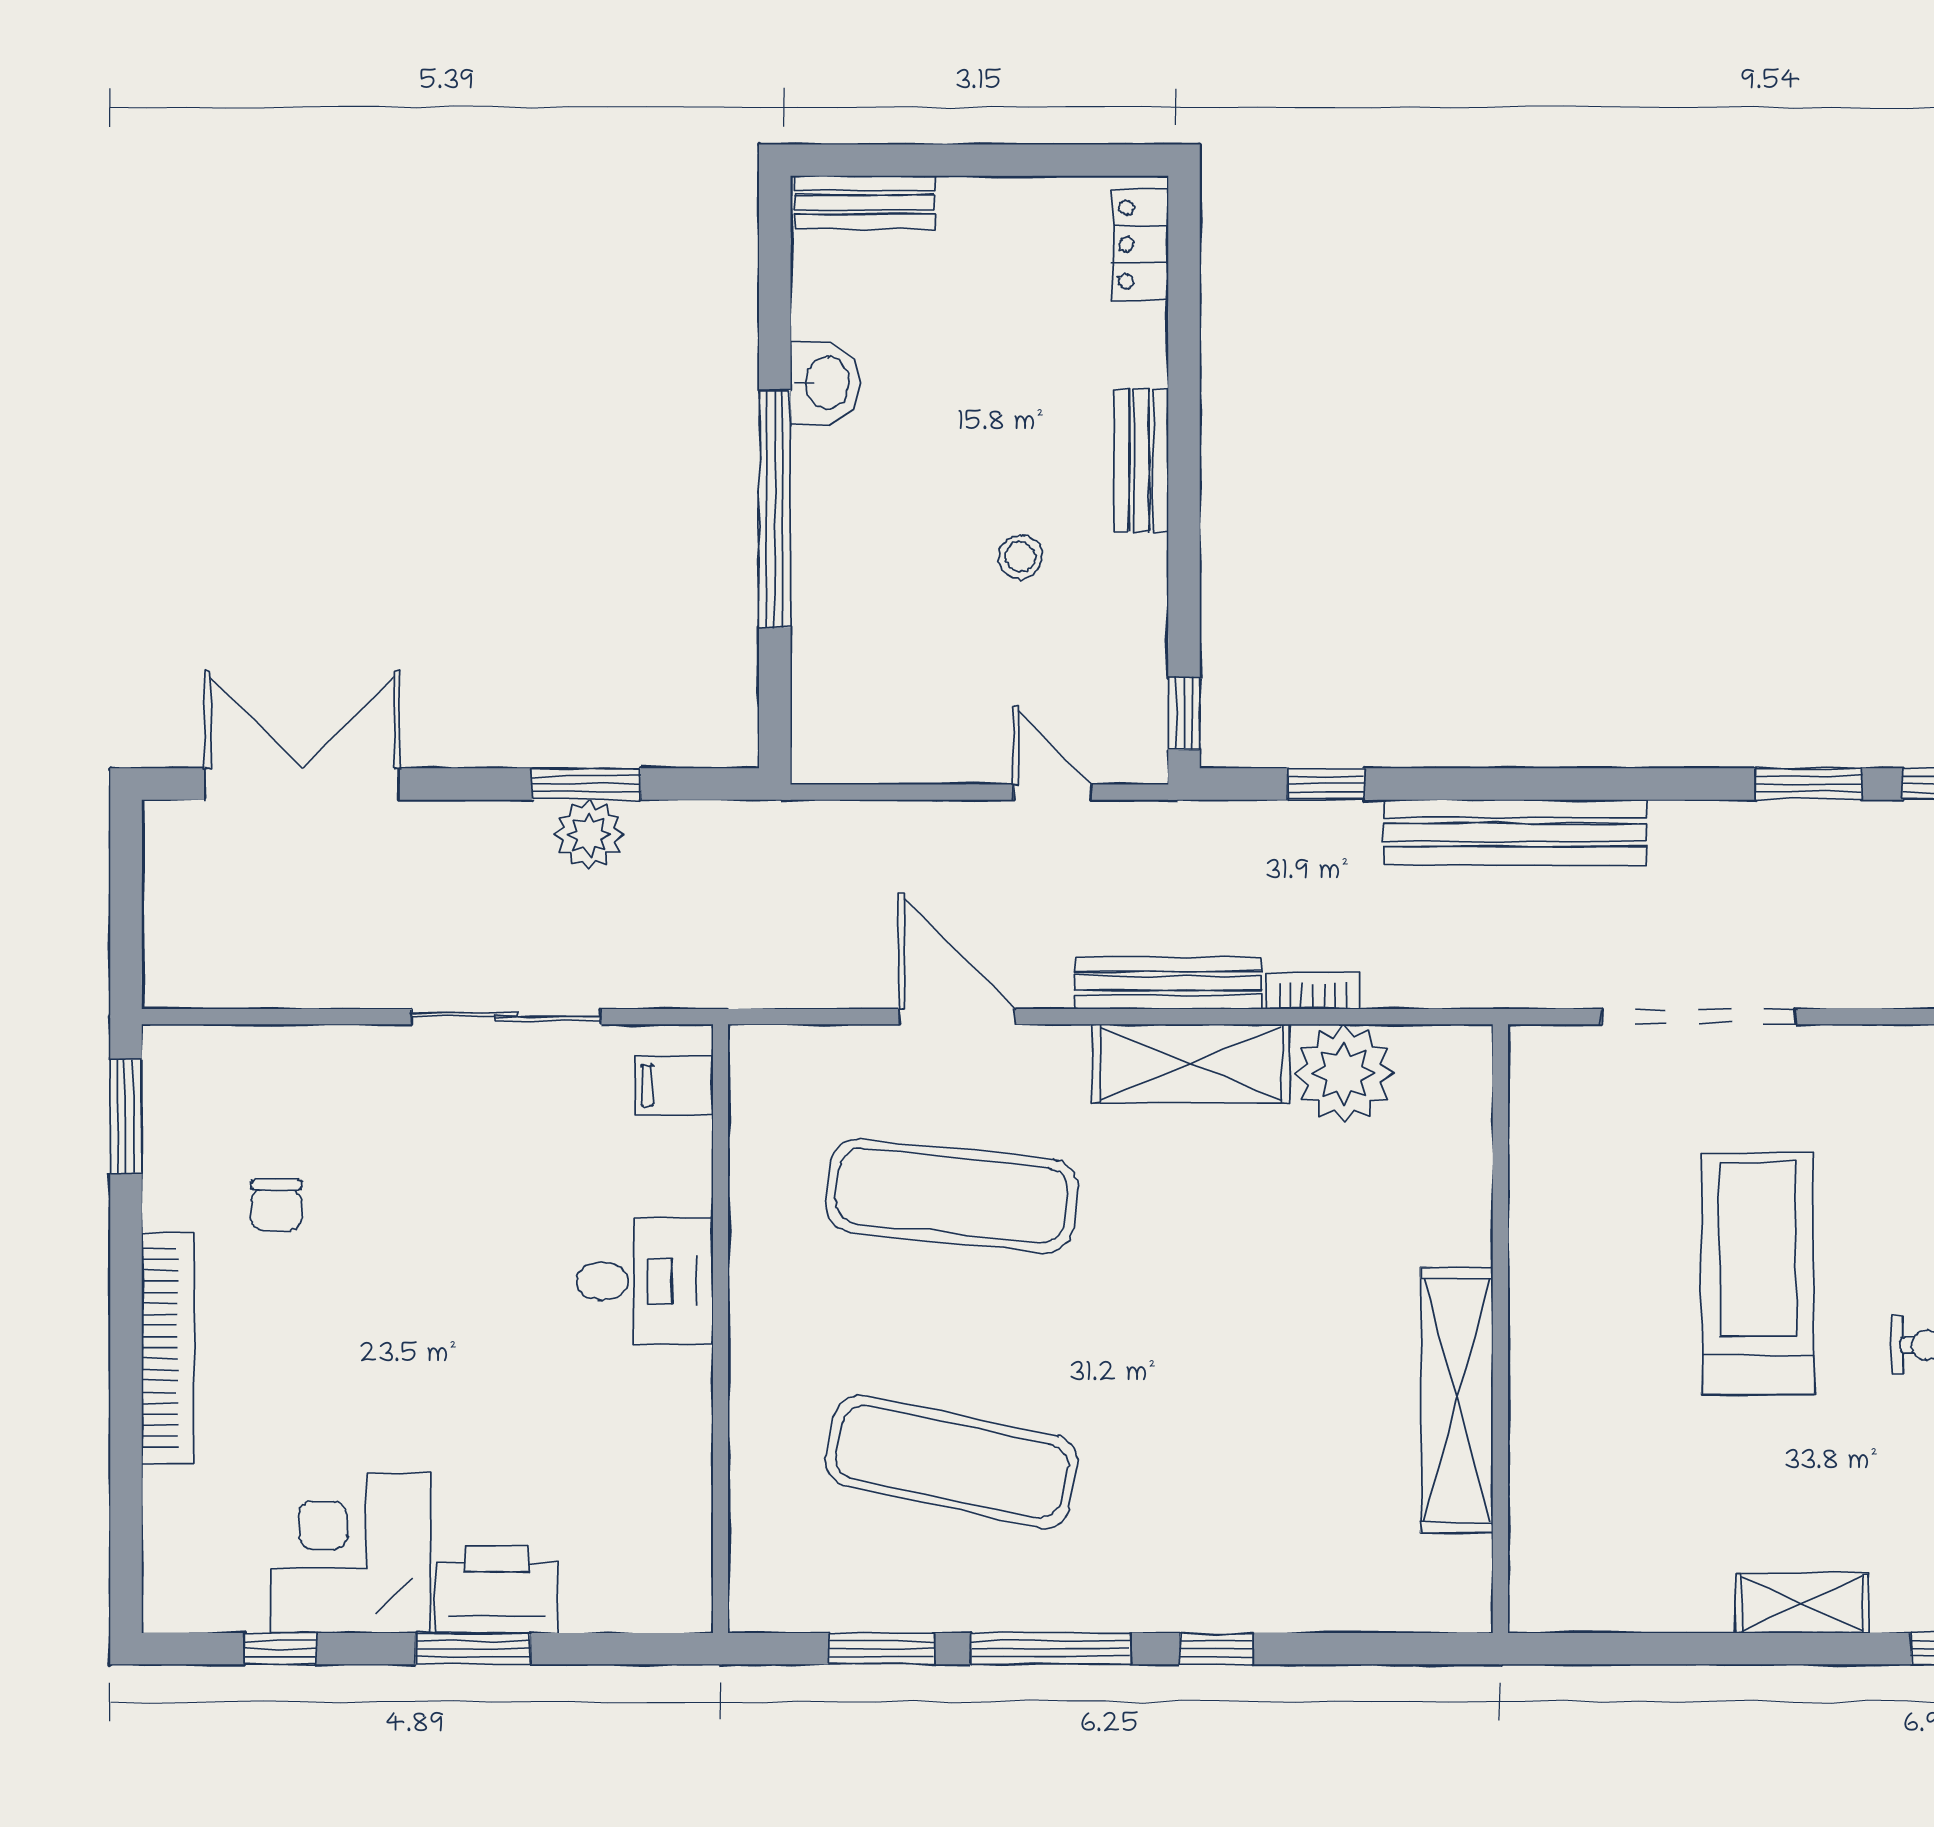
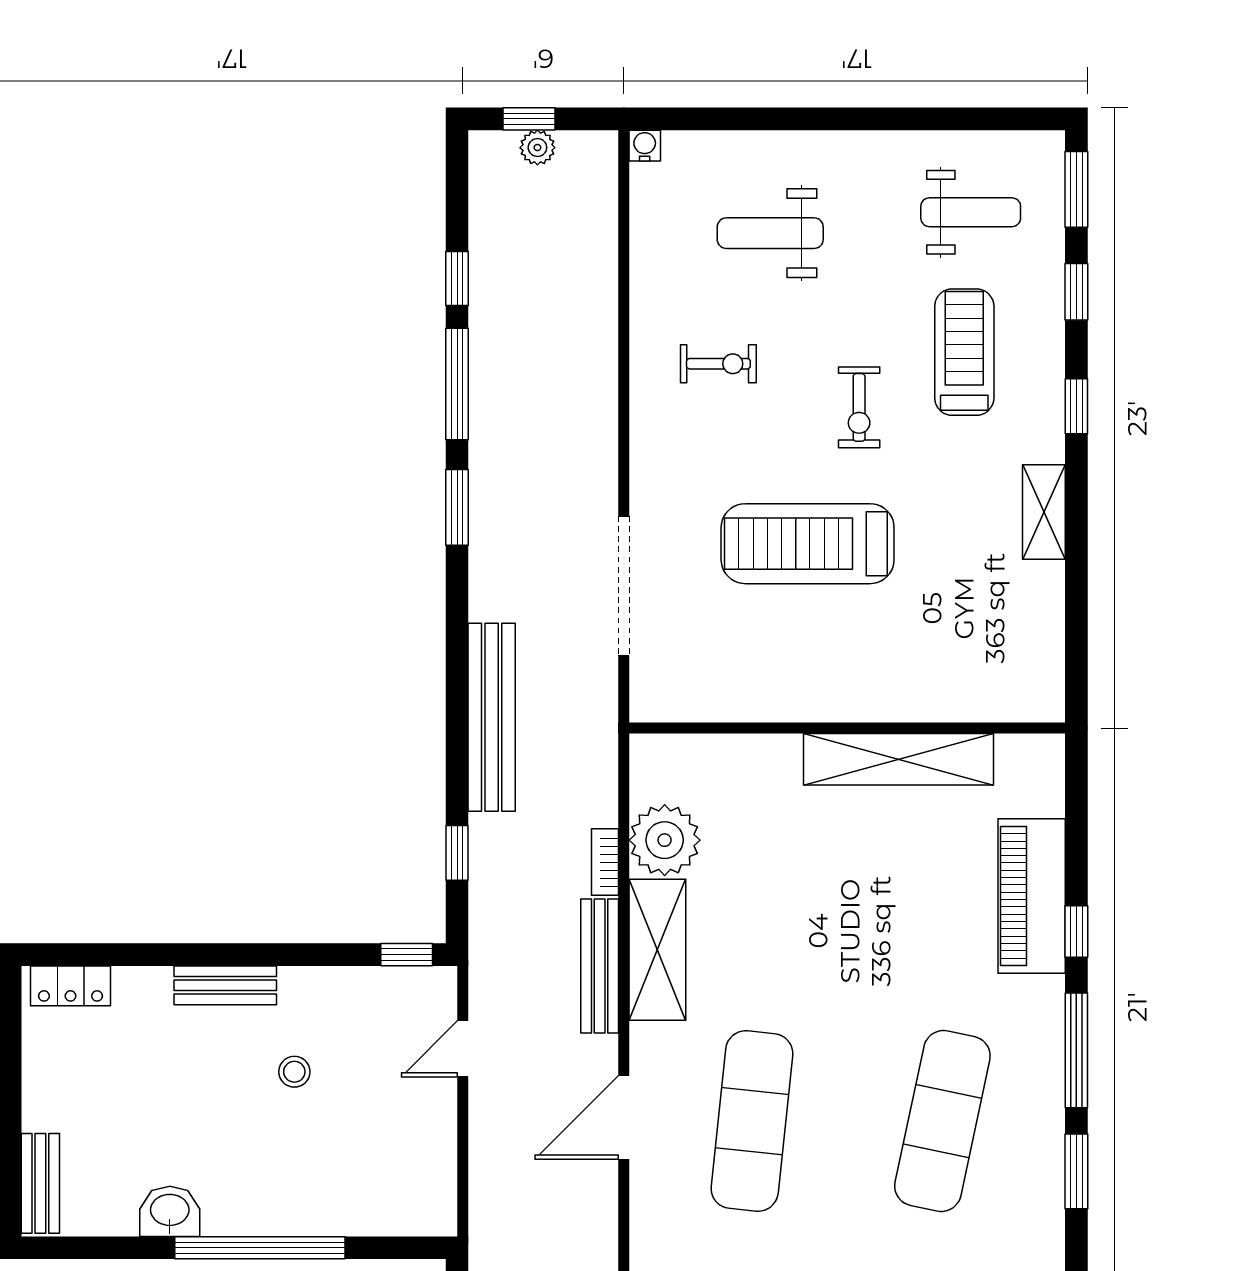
piano: (1266, 1586) -> (1032, 896), added

